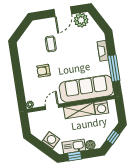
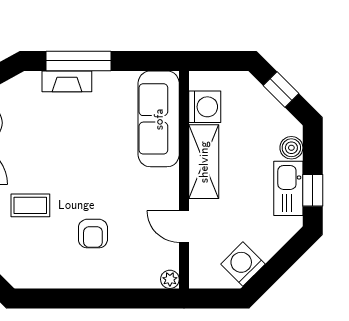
window: (114, 68) -> (79, 61), moved
sofa: (86, 89) -> (159, 119), width x0.74, depth x0.79
washing machine: (51, 140) -> (243, 264), moved

